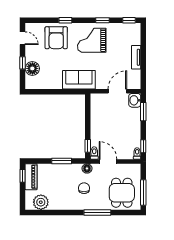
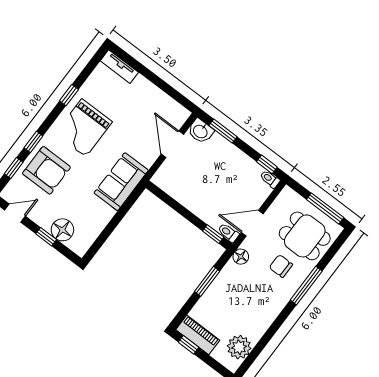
window: (129, 20) -> (14, 168), moved
tv unit: (136, 57) -> (119, 67), moved
chair: (84, 188) -> (281, 266), moved

